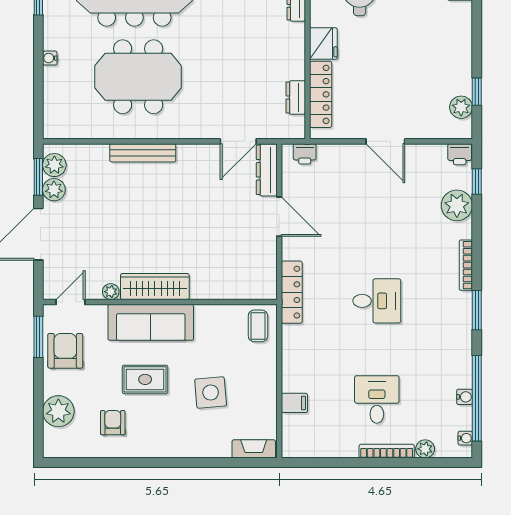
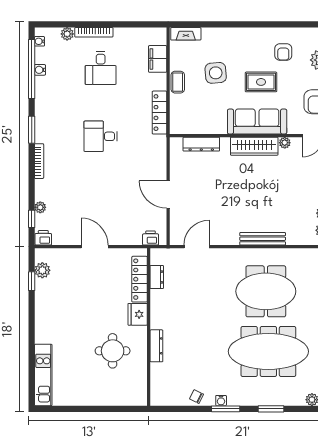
dresser: (267, 170) -> (201, 144), moved, turned 90
plant: (457, 205) -> (40, 207), width x0.53, depth x0.53
locker: (292, 292) -> (160, 113), moved
coffee table: (258, 326) -> (178, 82), moved
filing cabinet: (294, 403) -> (158, 59), width x2.00

